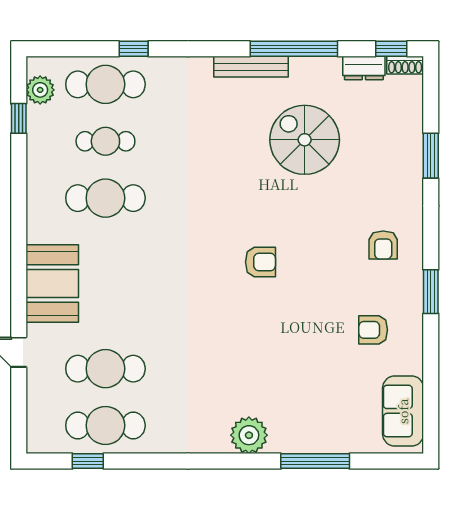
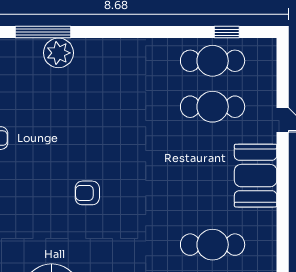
plant: (249, 435) -> (58, 53), moved

